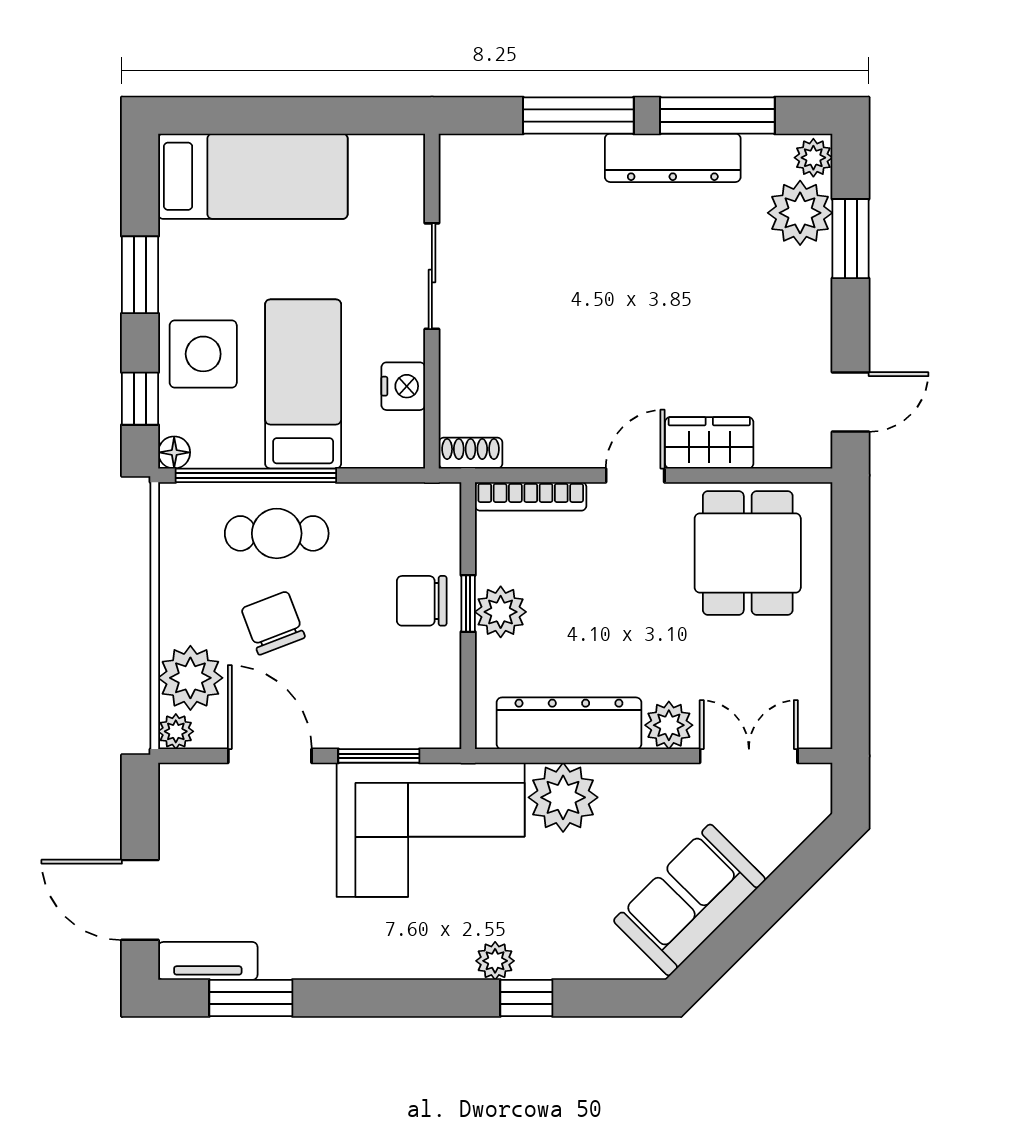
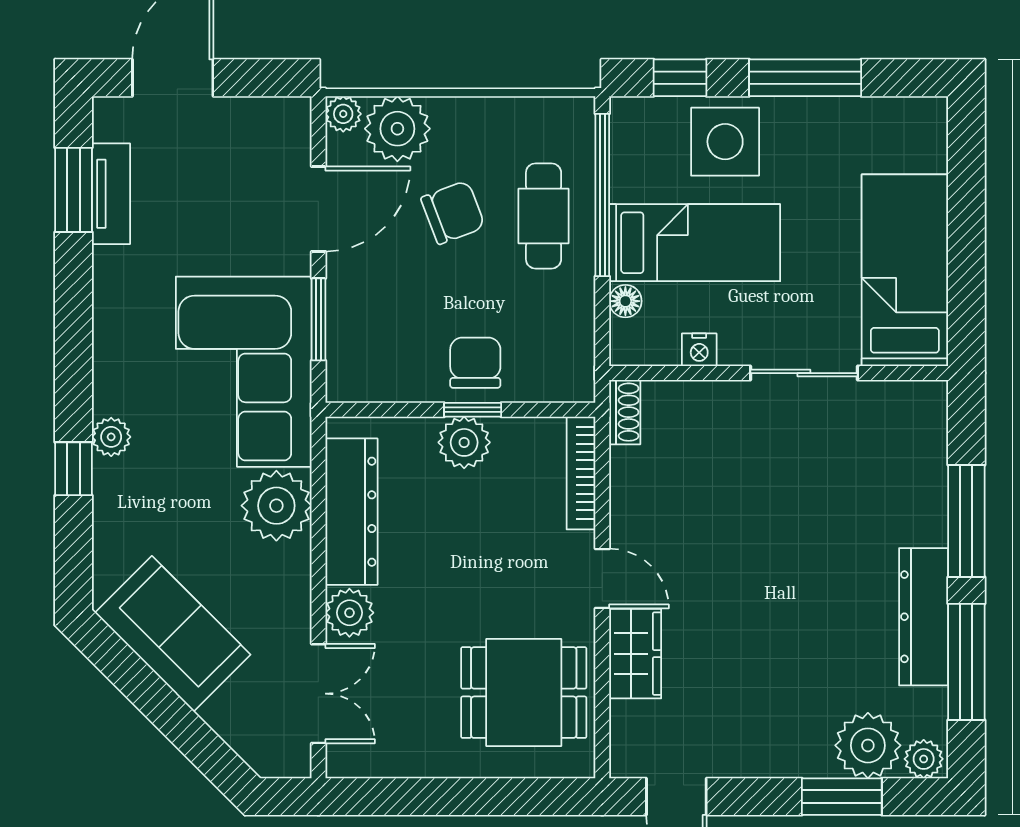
bed: (253, 176) -> (905, 270), moved, turned 180
window: (140, 275) -> (805, 78), width x1.44
nightstand: (403, 386) -> (699, 350), width x0.72, depth x0.74
floor lamp: (174, 452) -> (625, 301), moved
tv unit: (208, 961) -> (111, 194), moved

